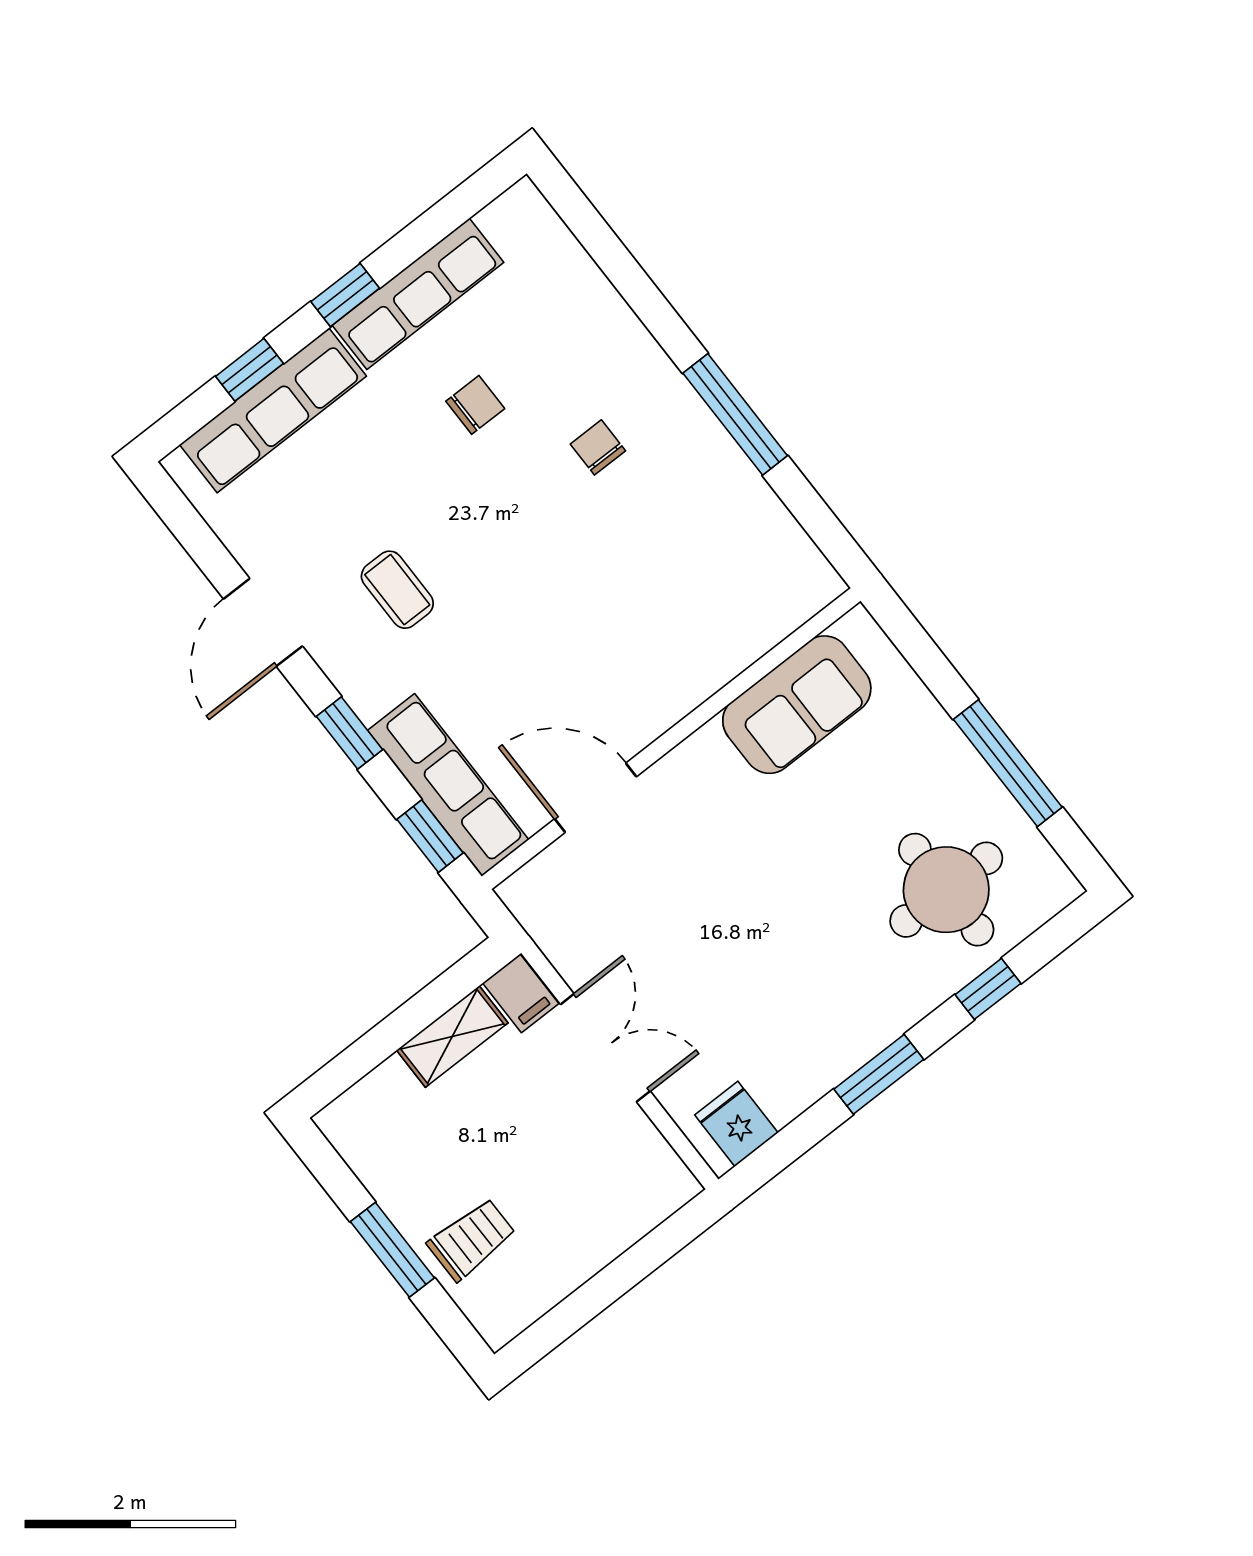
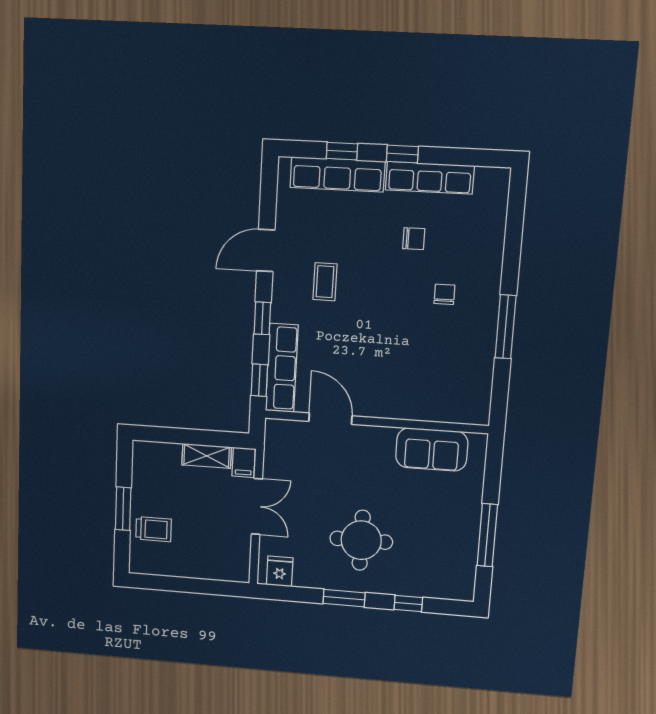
round table: (946, 890) -> (361, 540), moved

